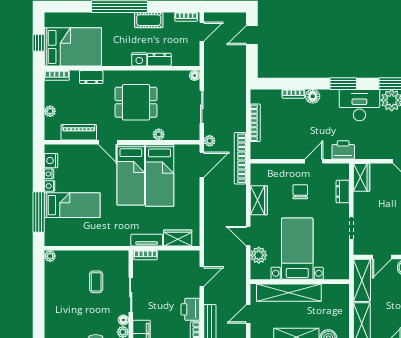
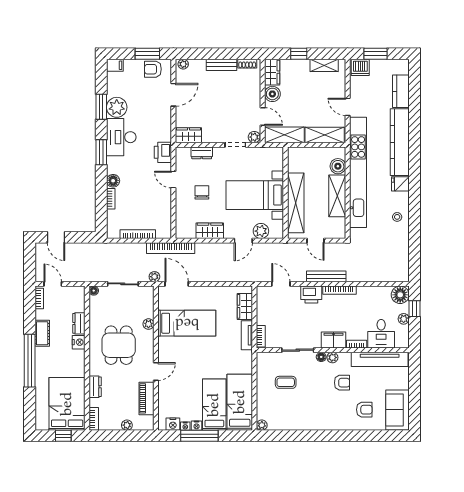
bed: (131, 175) -> (240, 402), moved, turned -90
chair: (300, 192) -> (202, 192), turned 90
window: (39, 212) -> (199, 436), moved
plant: (360, 248) -> (254, 137), added

